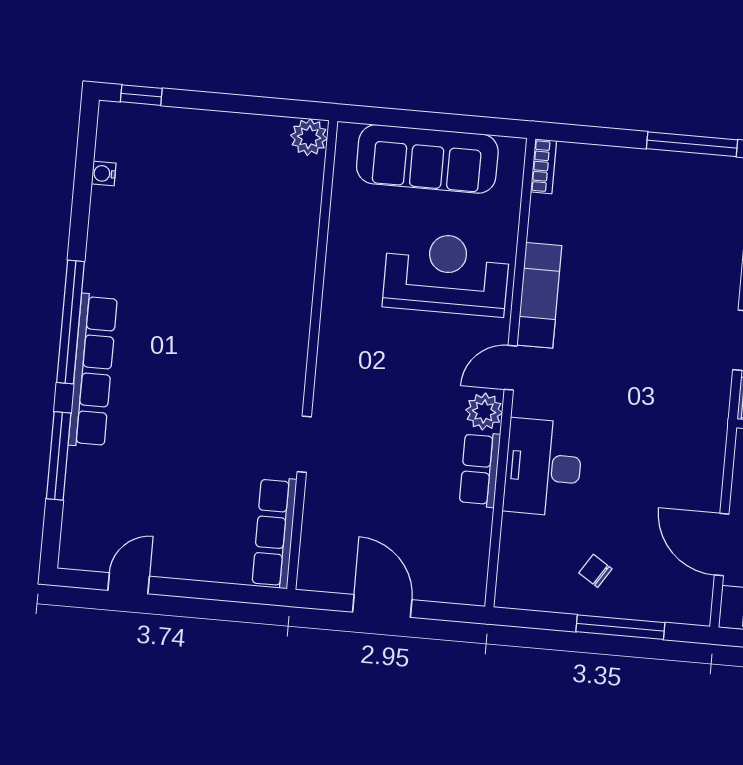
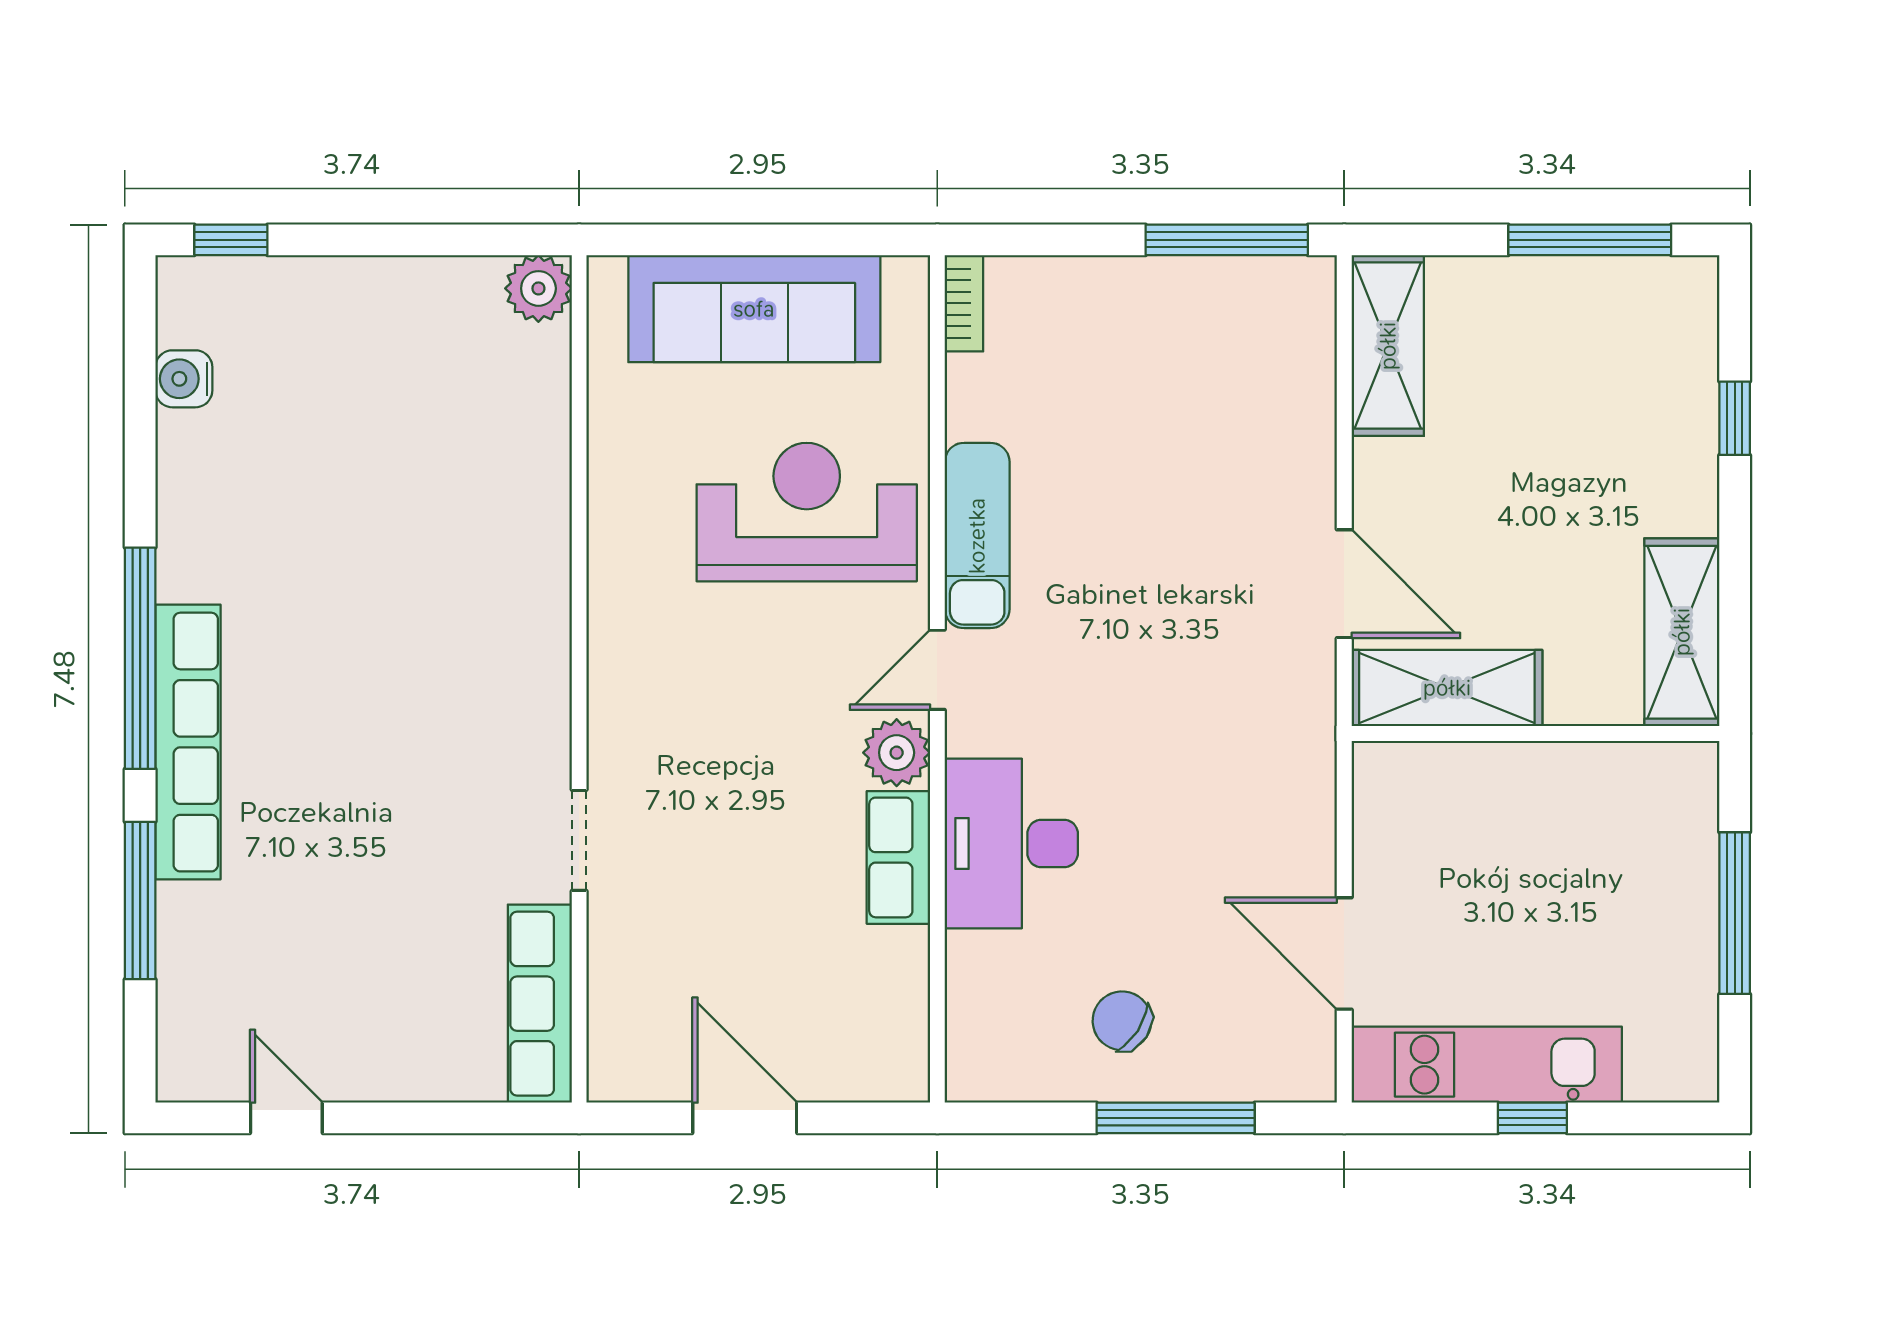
water cooler: (104, 174) -> (184, 379), width x1.38, depth x1.38
chair: (595, 571) -> (1122, 1021), width x1.37, depth x1.37
door: (129, 583) -> (286, 1118), hinge flipped

